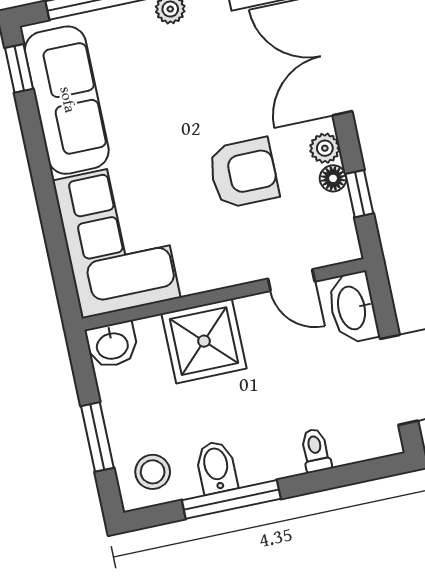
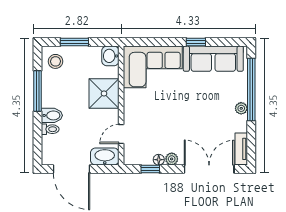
window: (19, 68) -> (196, 42), moved
armchair: (243, 173) -> (169, 124), removed
bidet: (216, 467) -> (52, 115), moved

